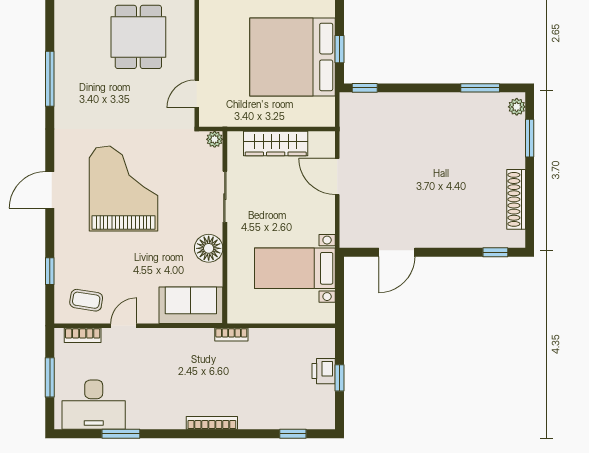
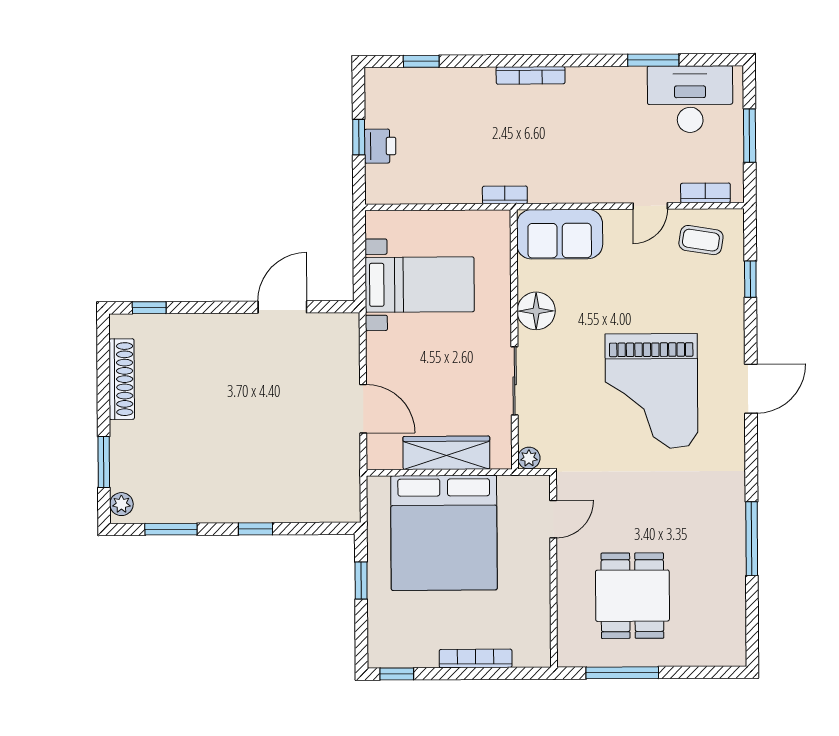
bed: (293, 57) -> (444, 533), moved, turned 90
window: (365, 88) -> (255, 529), moved

